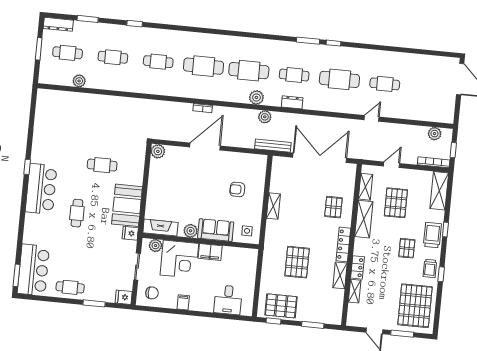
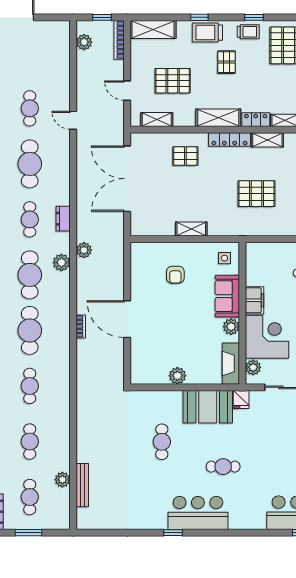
bench: (273, 146) -> (82, 485), moved
plant: (158, 151) -> (177, 376), moved
shelving: (364, 219) -> (218, 118), moved
pallet: (407, 248) -> (226, 62), turned 90

